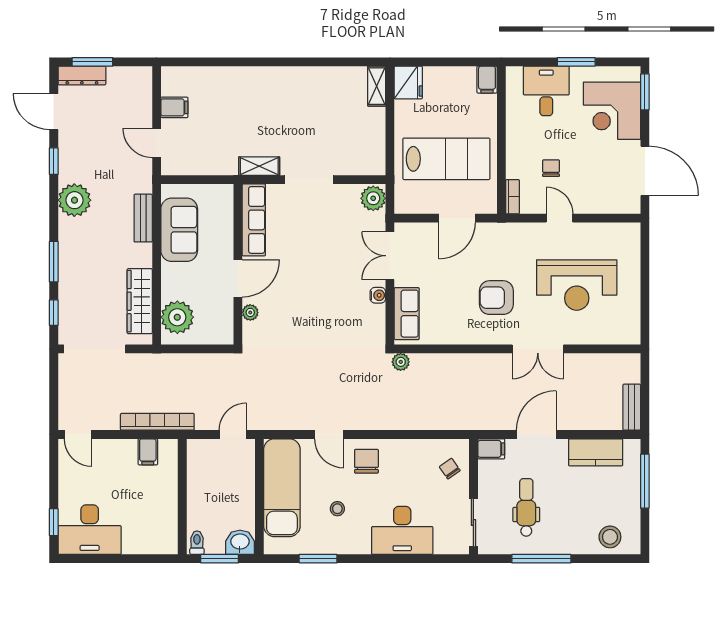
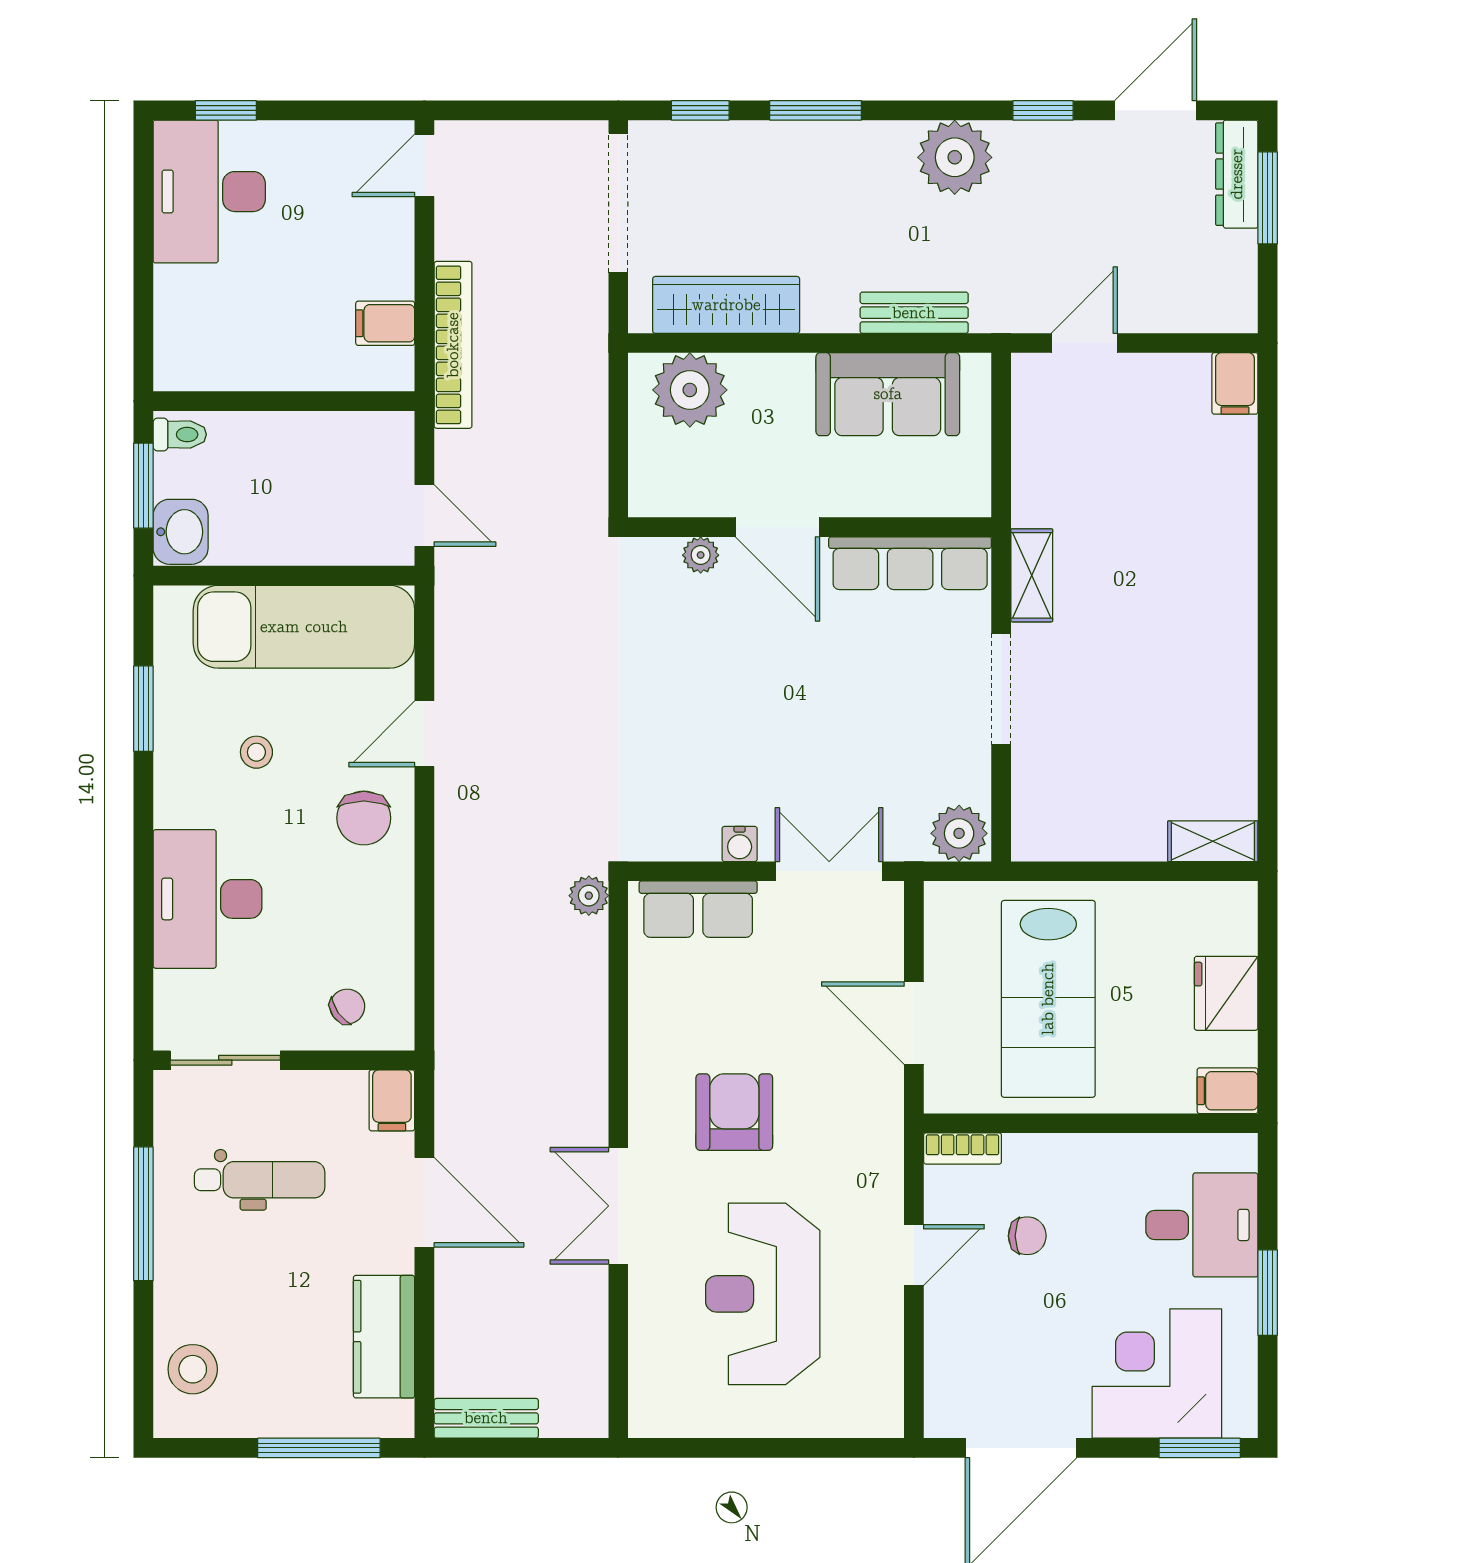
fridge: (408, 83) -> (1226, 993), moved, turned 90
filing cabinet: (174, 107) -> (1235, 383), moved
chair: (366, 461) -> (364, 818), turned 90

